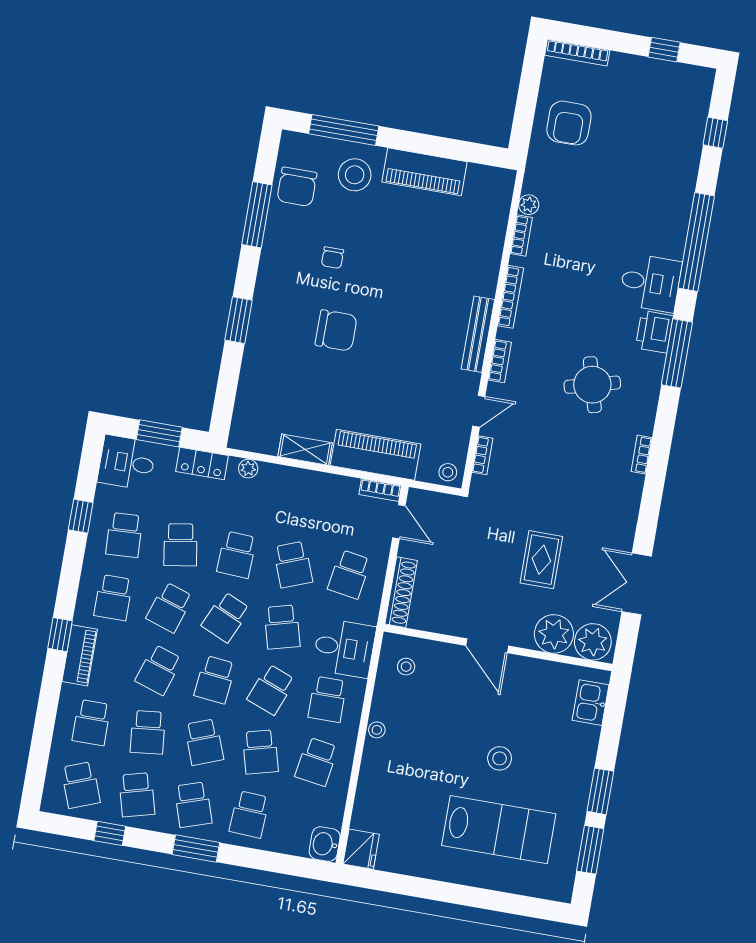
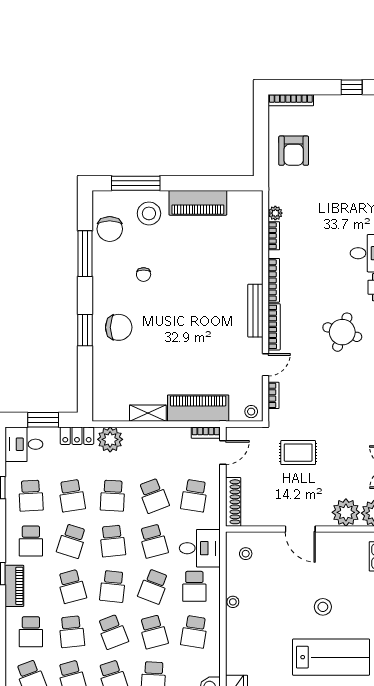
chair: (336, 330) -> (119, 327), moved
bookcase: (500, 361) -> (274, 327), width x1.56
round table: (592, 385) -> (342, 332), turned 33
plant: (248, 469) -> (110, 439), width x1.88, depth x1.88
door: (399, 522) -> (223, 452), hinge flipped
rug: (541, 560) -> (298, 453), moved, turned 90
school desk: (226, 617) -> (113, 541), turned -30
school desk: (159, 670) -> (72, 586), turned -33

